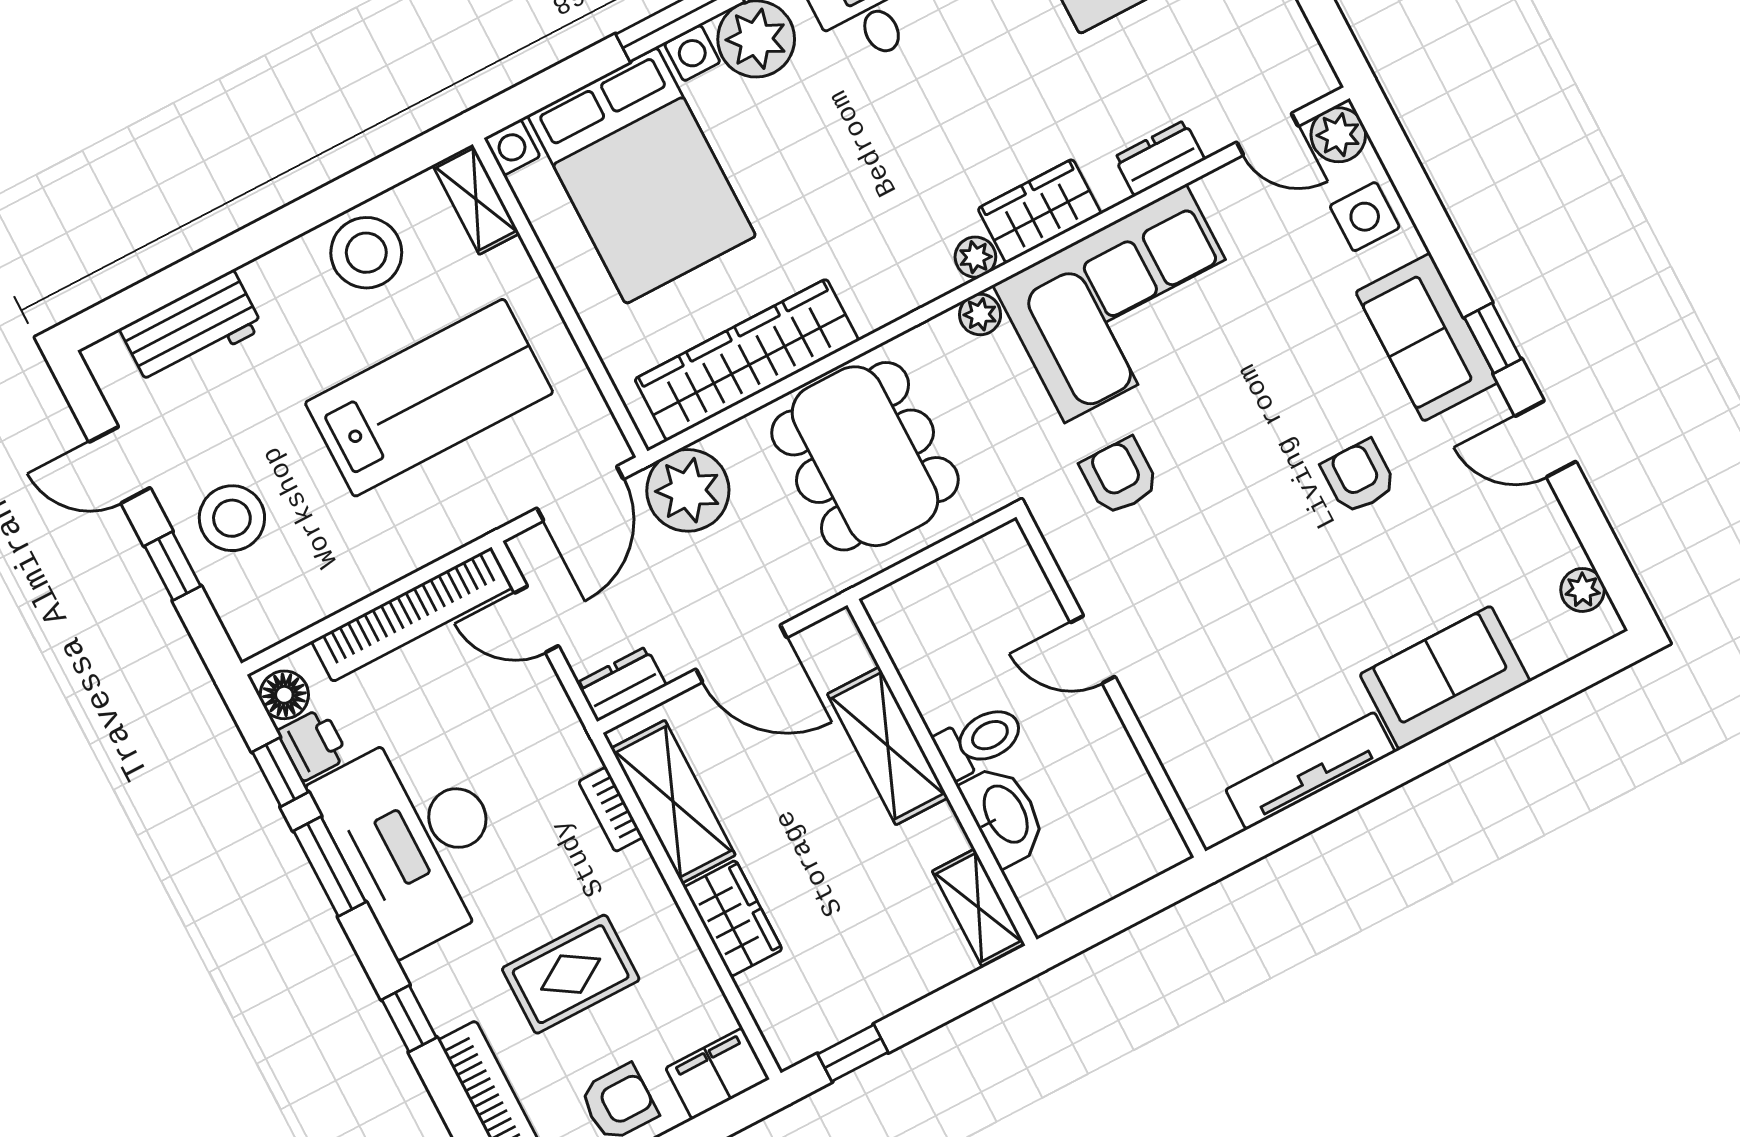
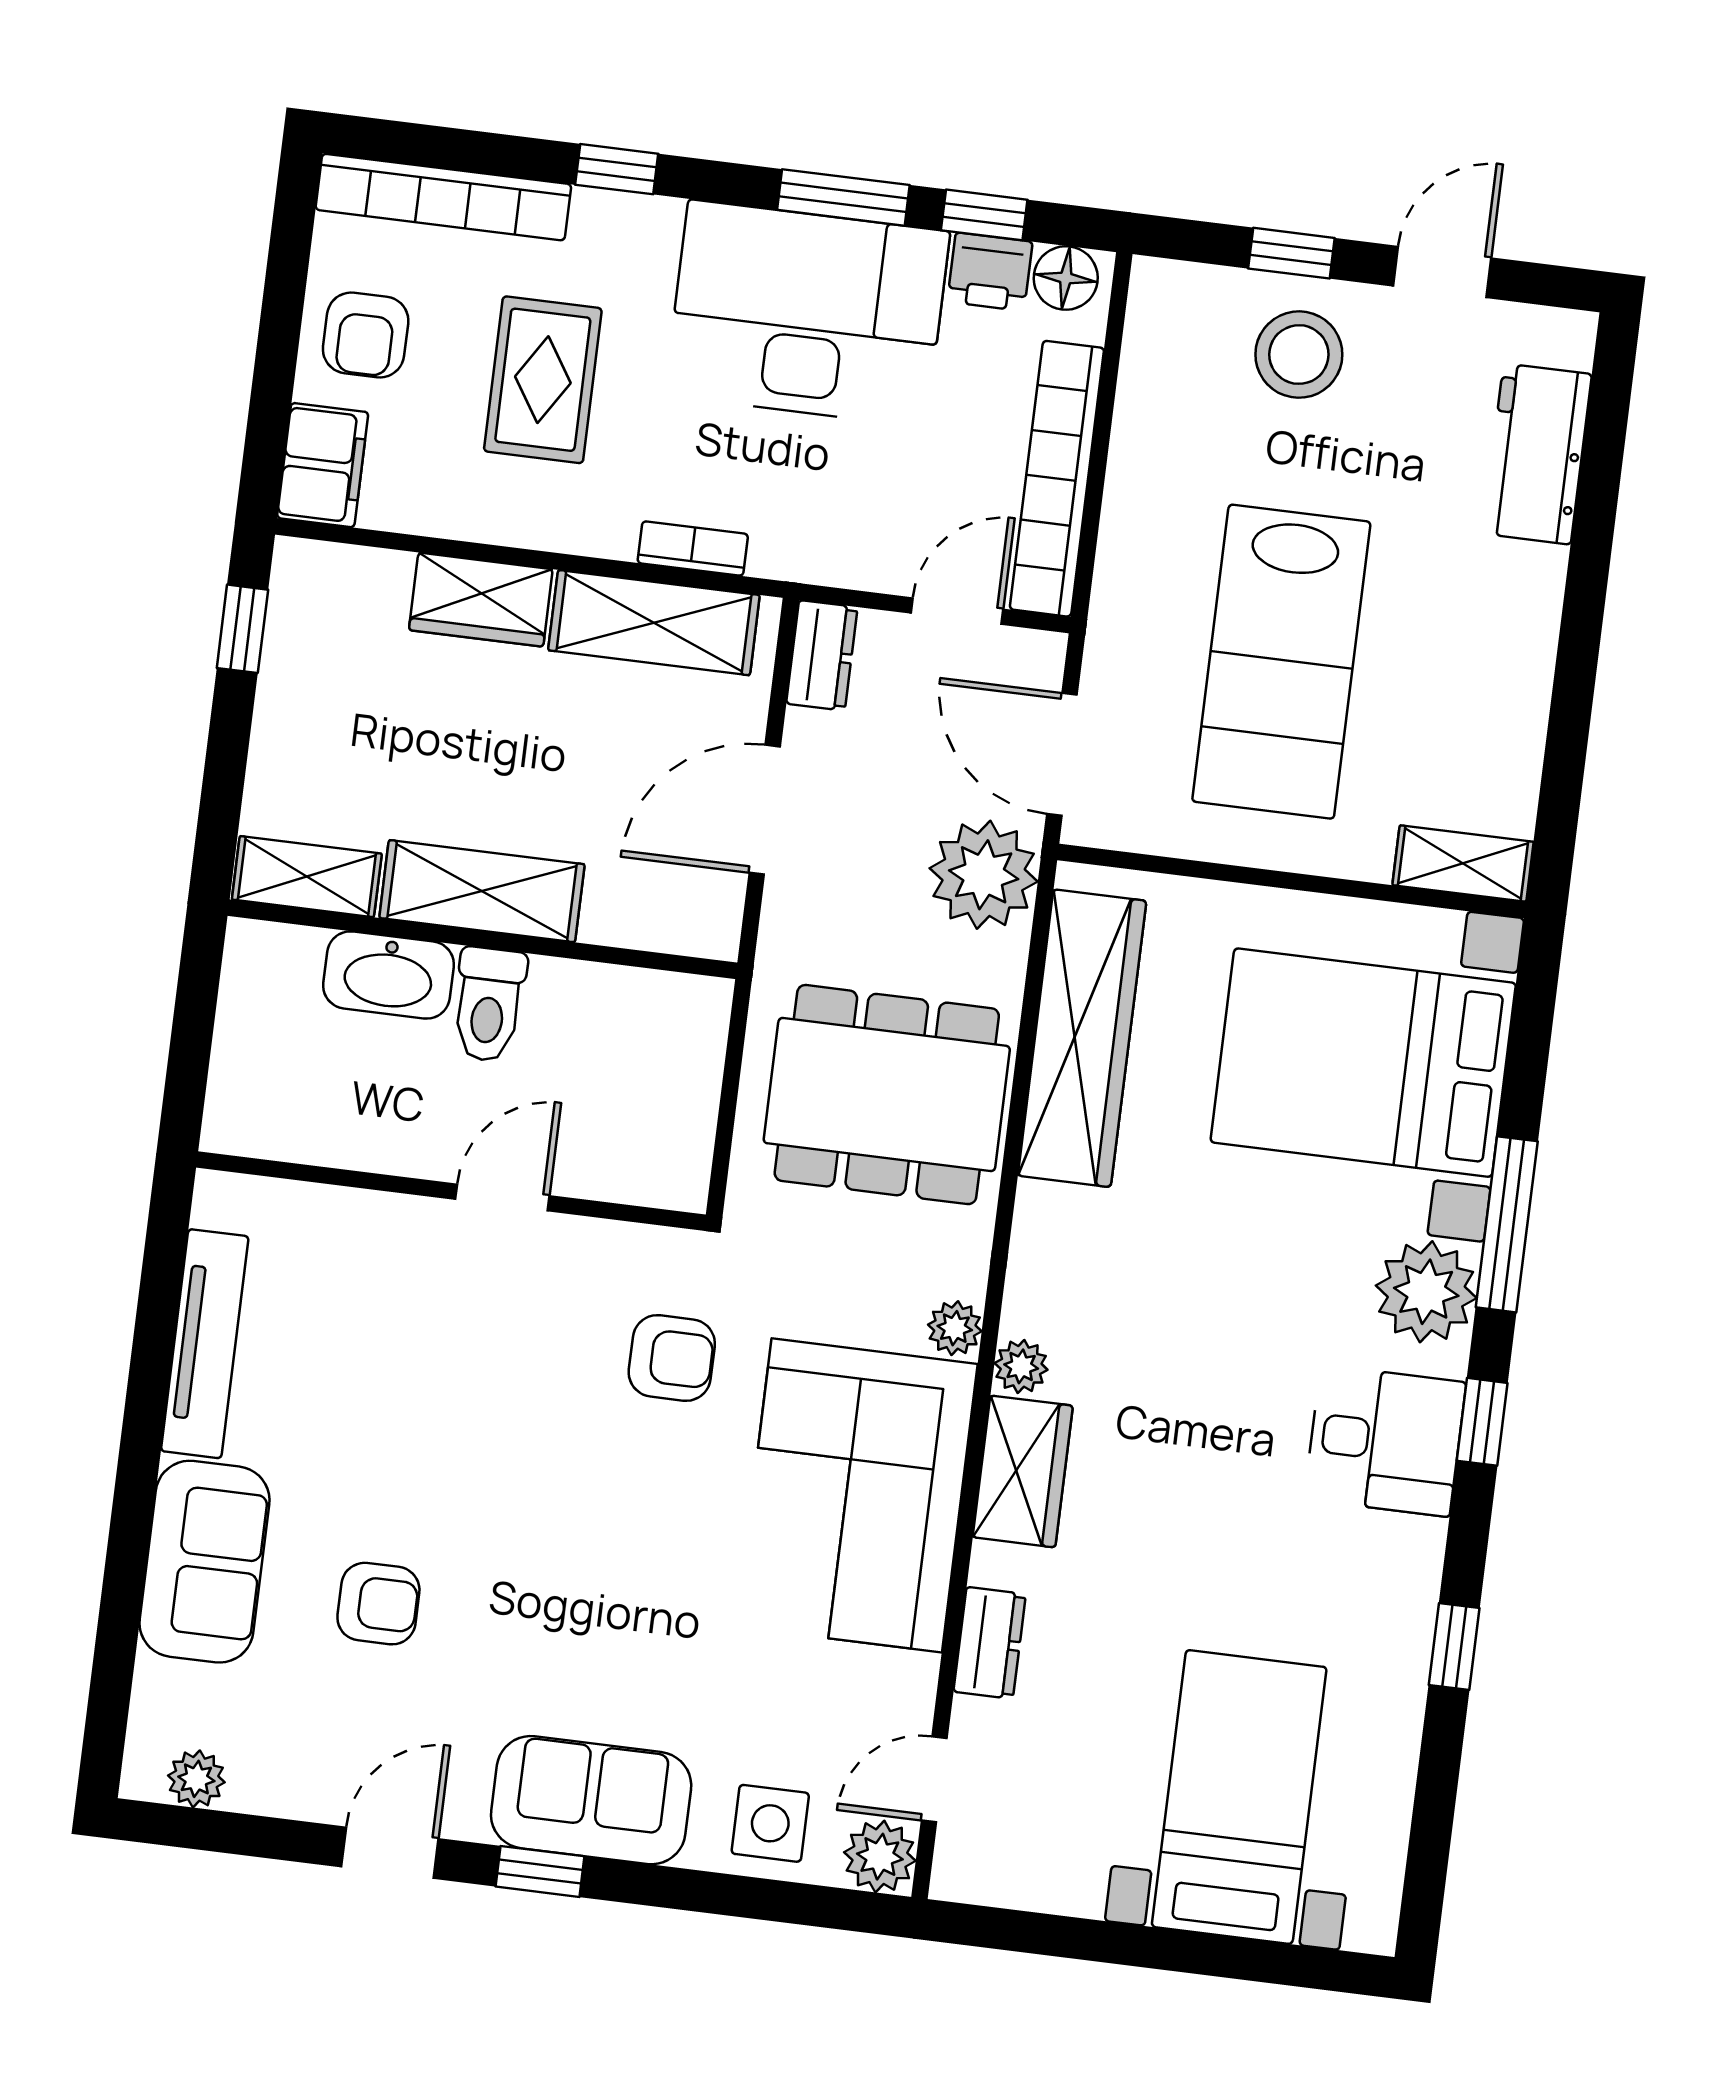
stool: (366, 253) -> (1488, 703), removed
armchair: (1359, 477) -> (378, 1604), moved
shelving: (888, 746) -> (482, 891), moved

